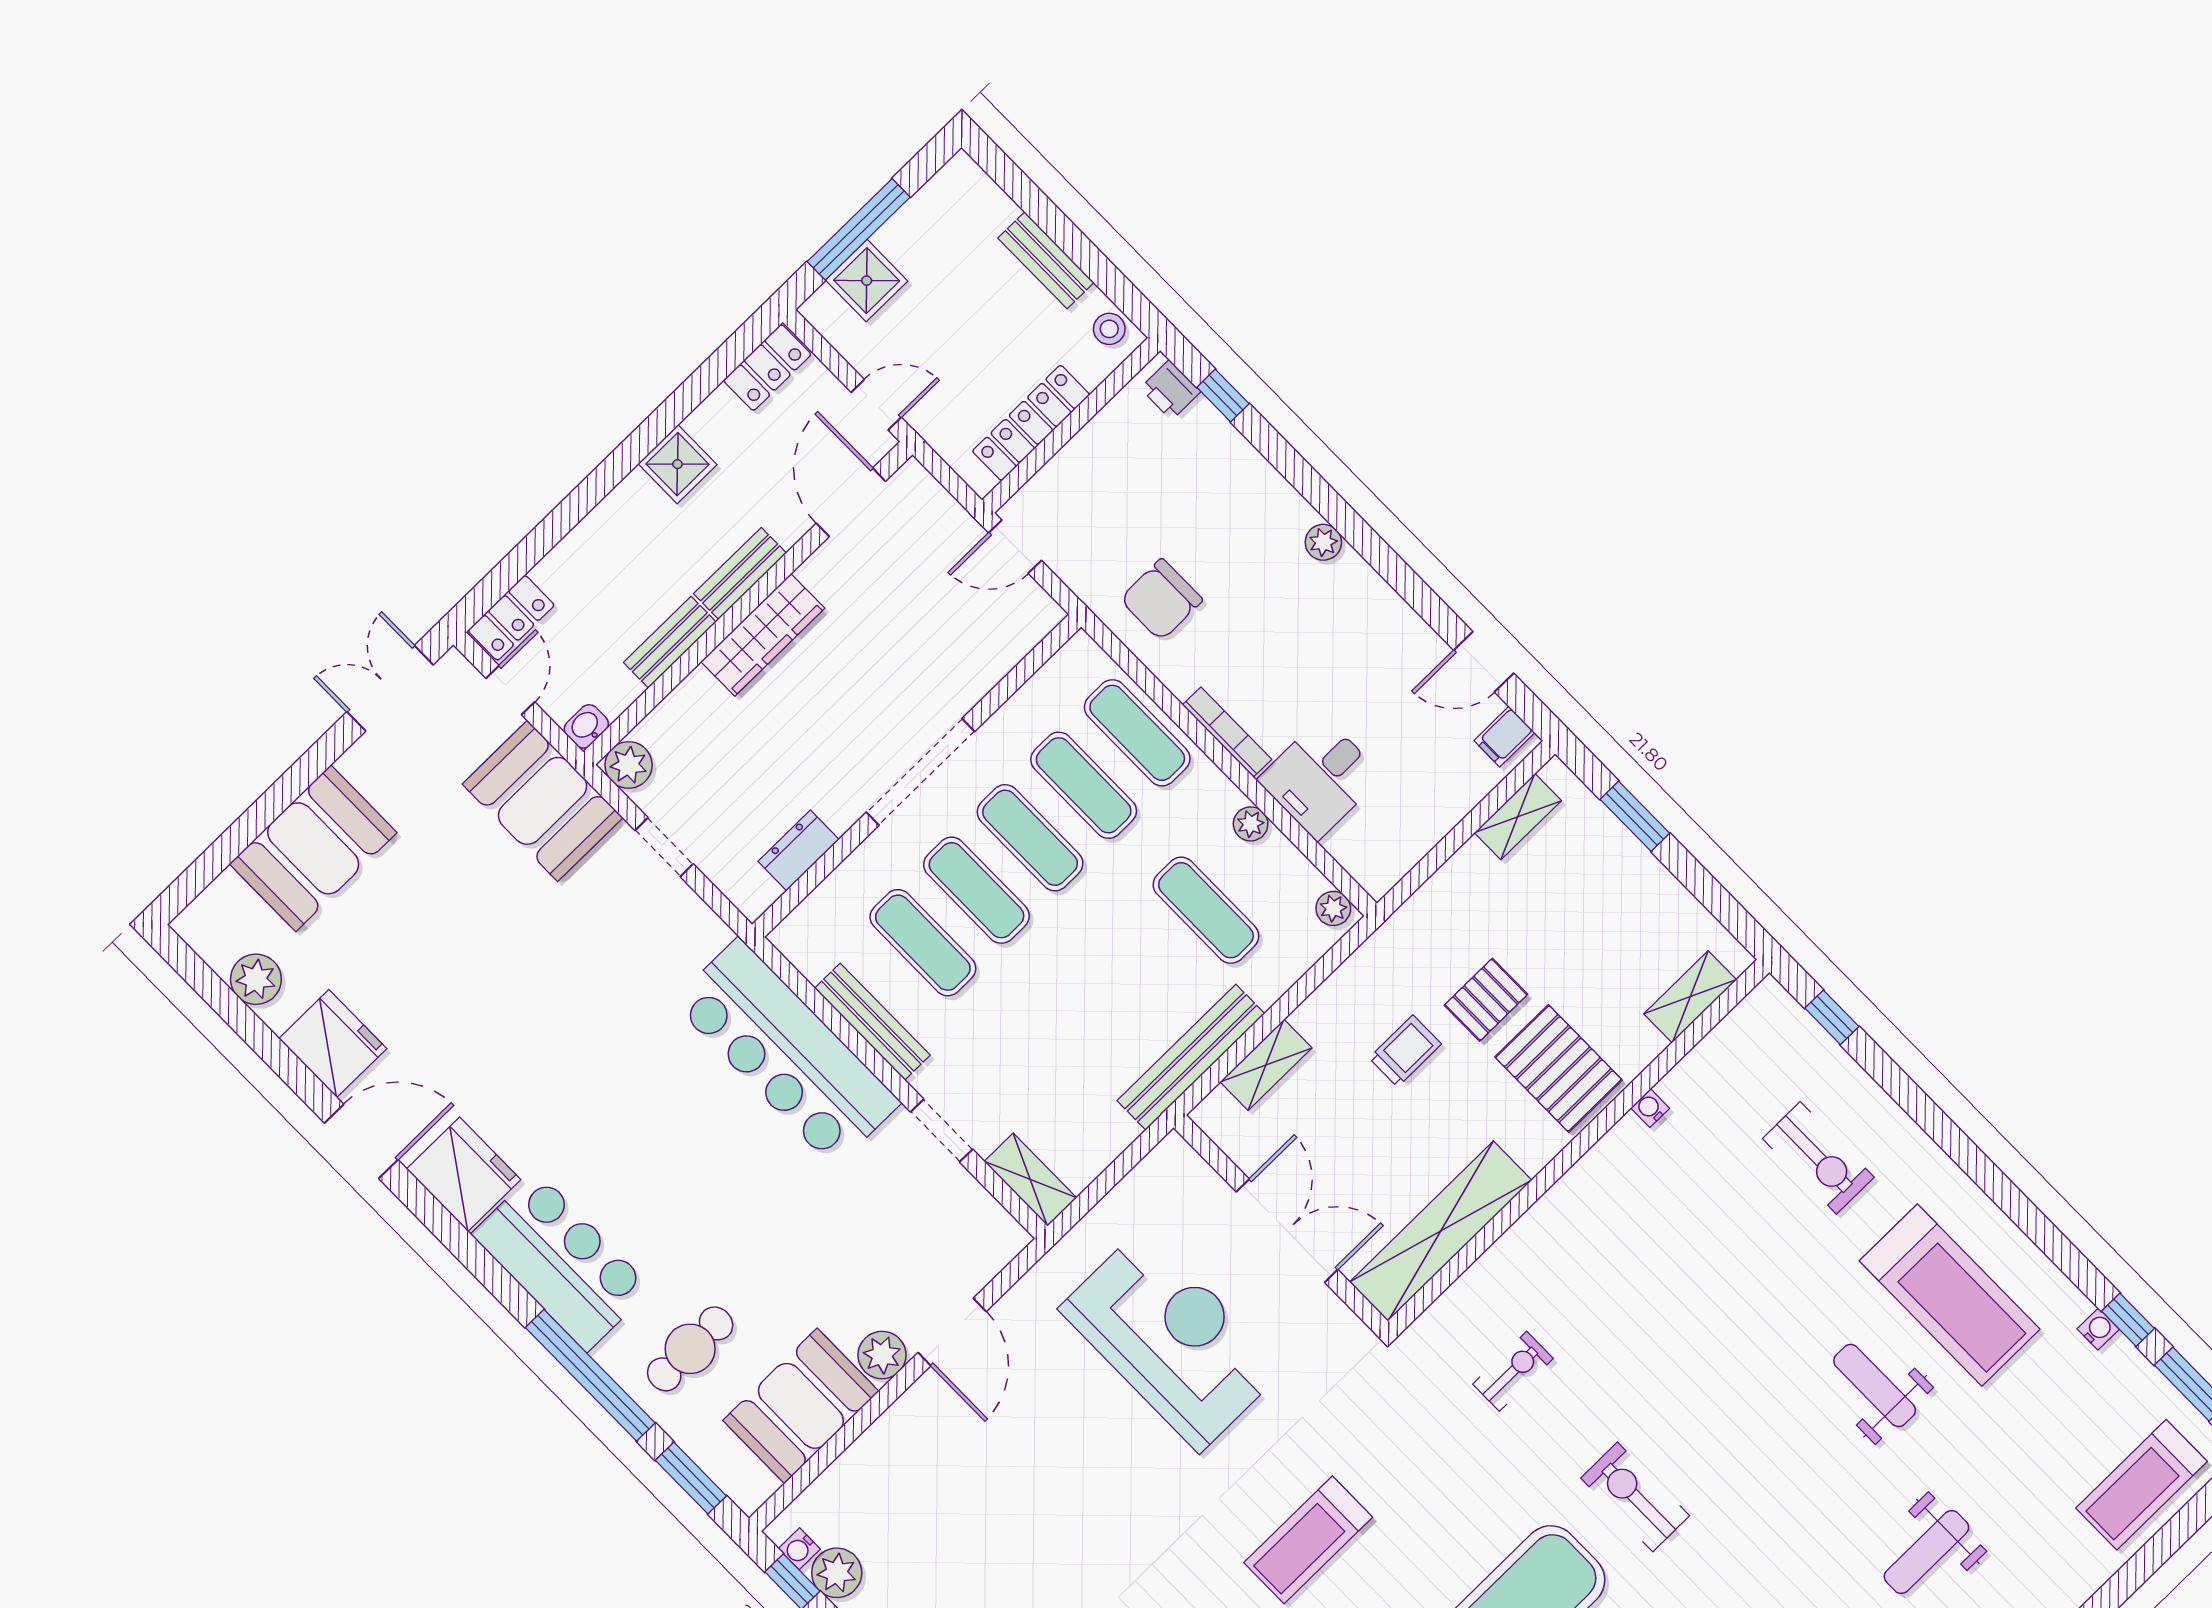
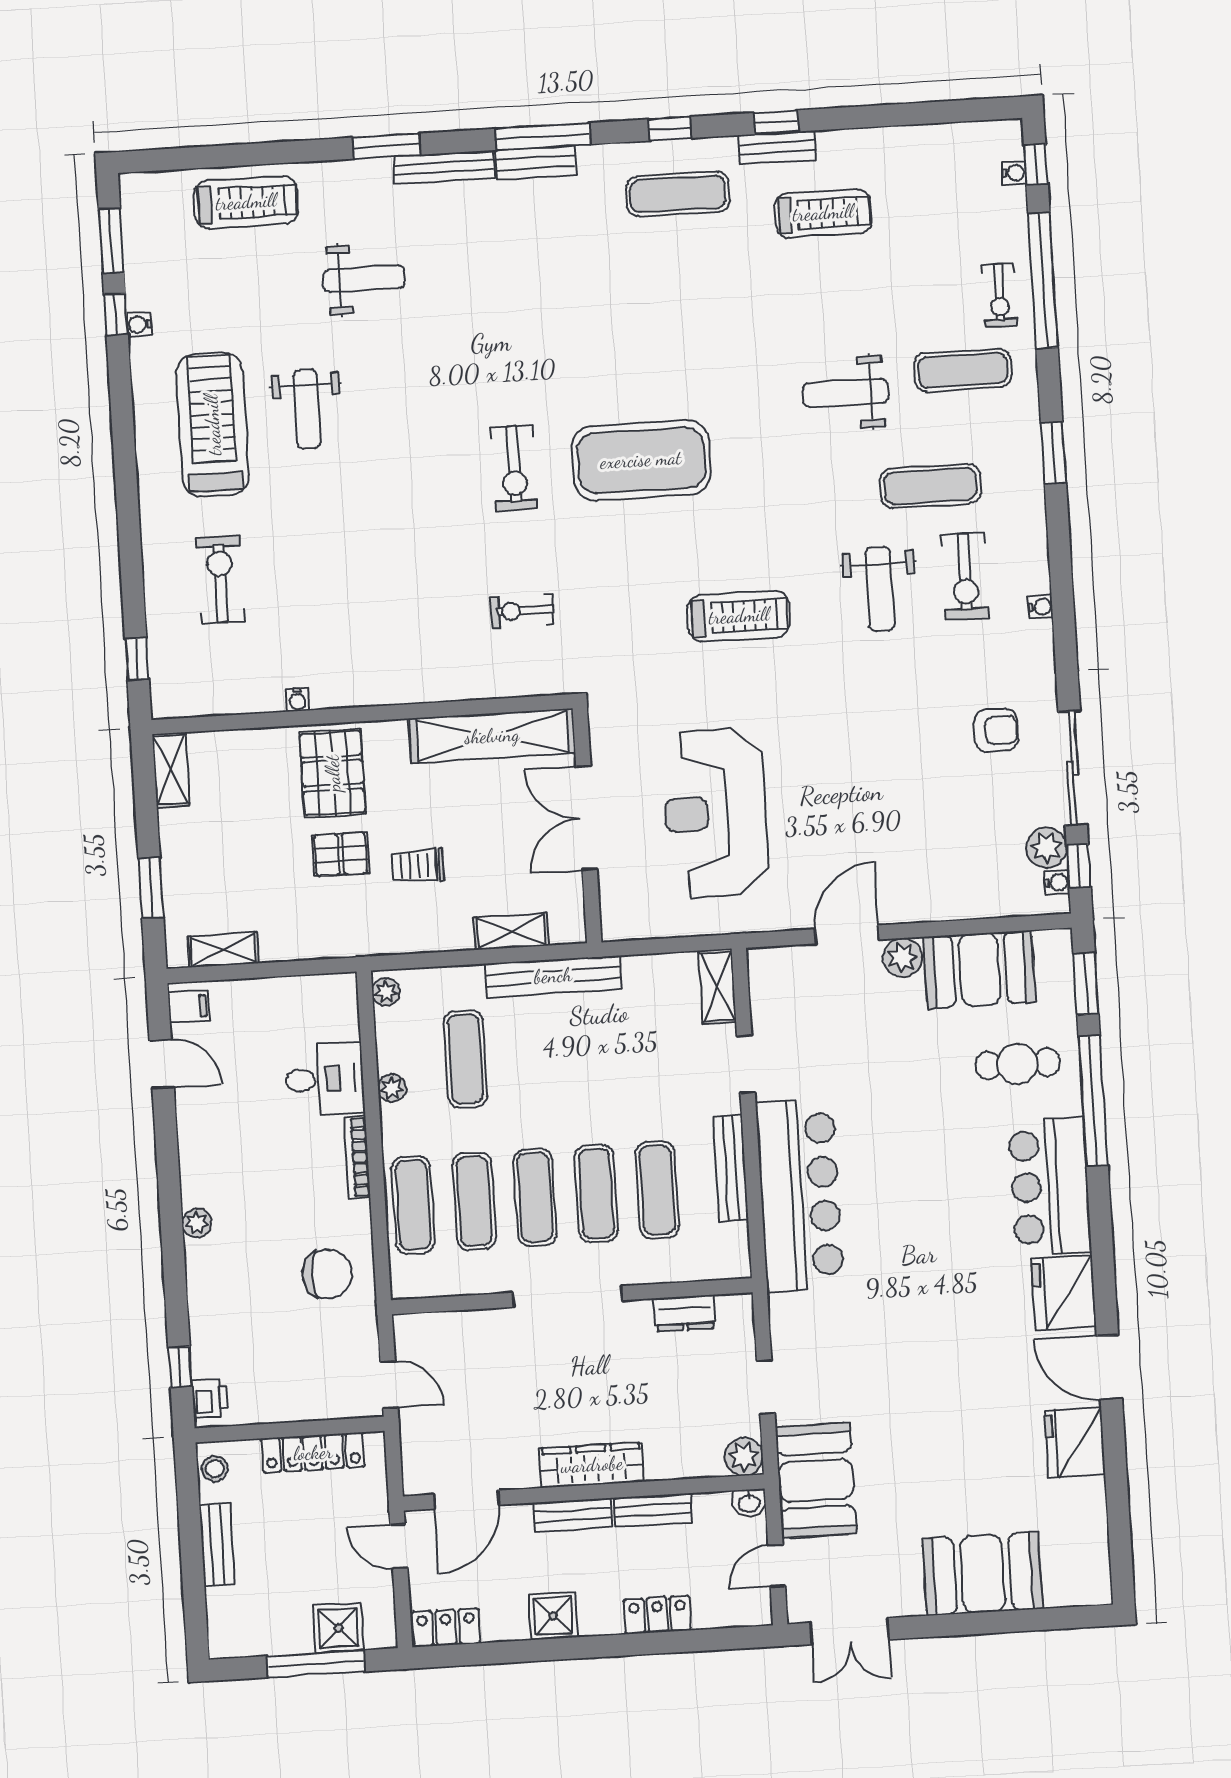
locker: (511, 618) -> (657, 1615), moved
plant: (256, 979) -> (1088, 1523), removed
shelving: (1690, 997) -> (171, 770), moved, turned 90
treadmill: (2141, 1485) -> (246, 202), moved

